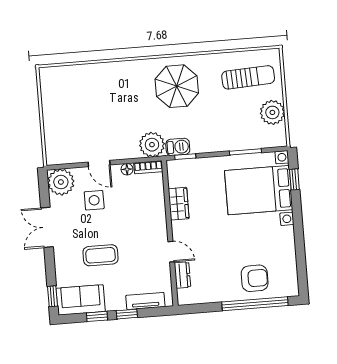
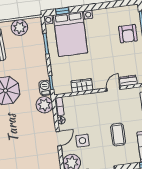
armchair: (255, 278) -> (128, 34), turned 180

